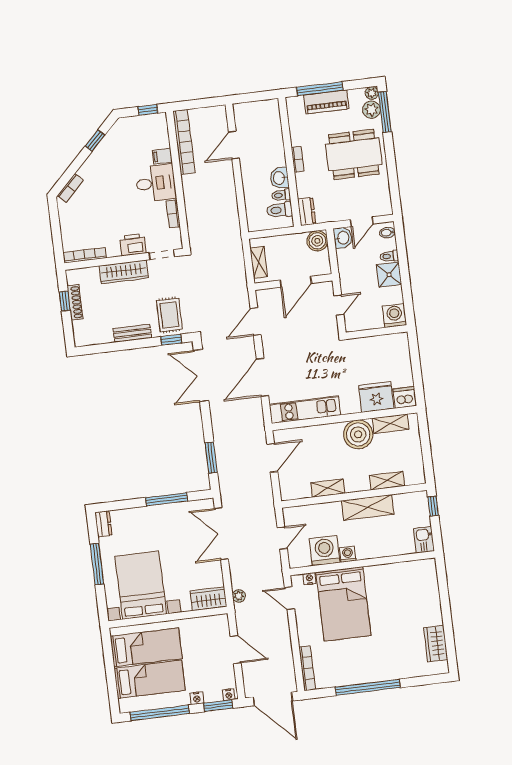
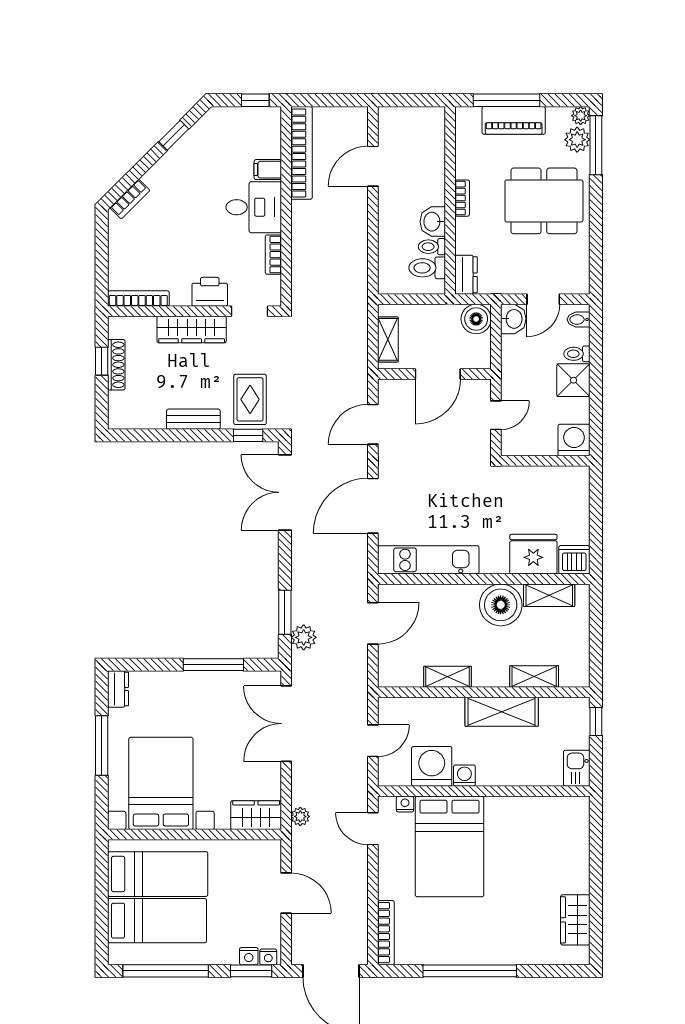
plant: (226, 473) -> (304, 637), added
nightstand: (197, 698) -> (249, 956), moved

